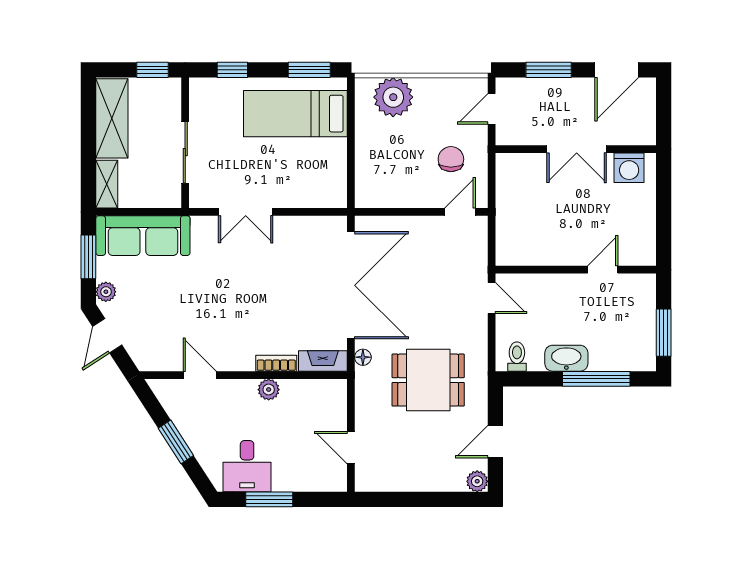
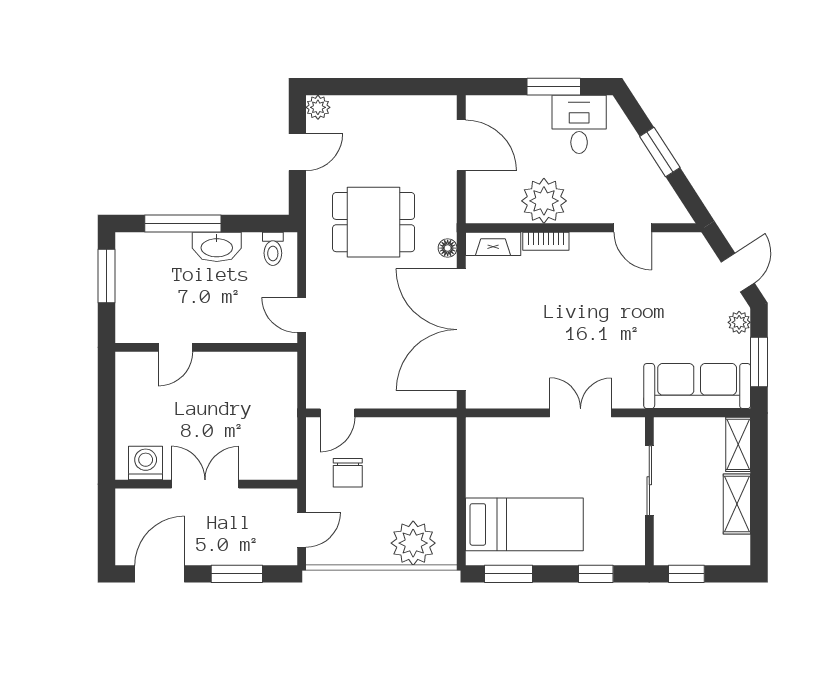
shelving: (112, 118) -> (737, 504), width x0.67, depth x0.75
plant: (269, 390) -> (544, 201), width x1.87, depth x1.87
door: (351, 448) -> (461, 145), width x1.38

